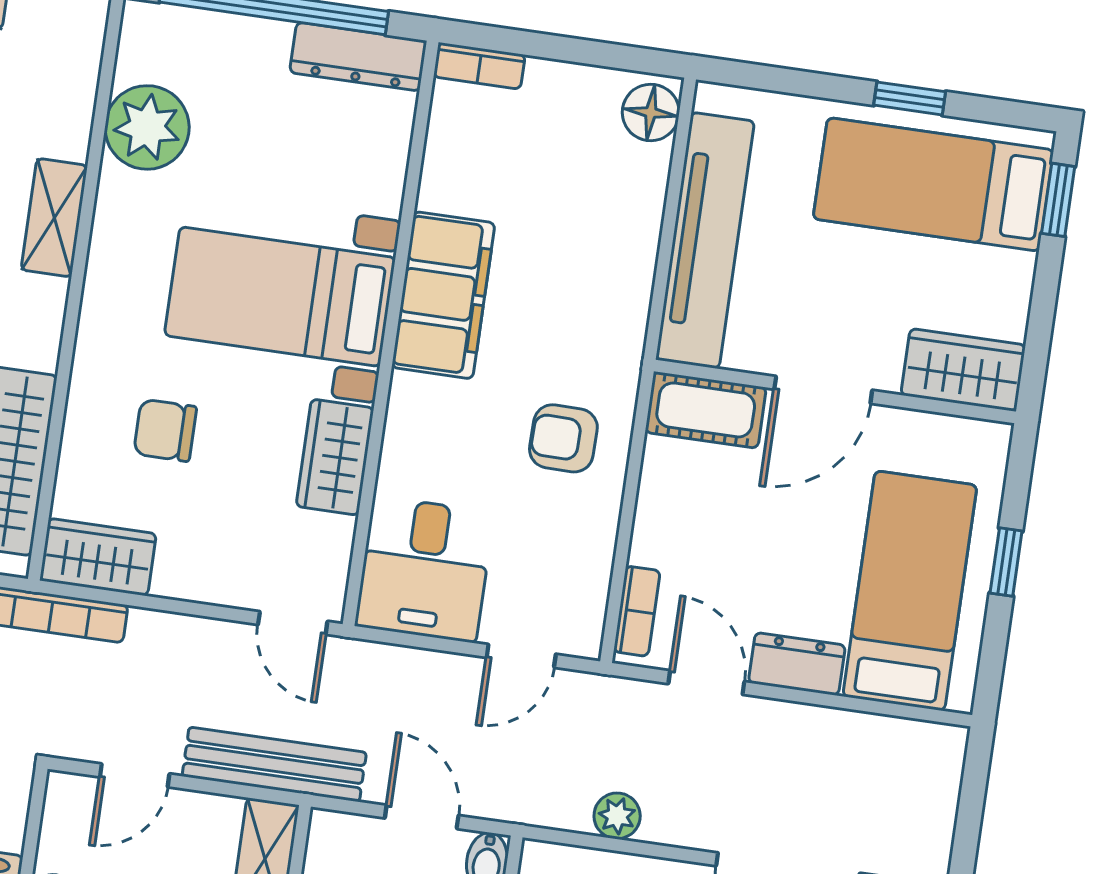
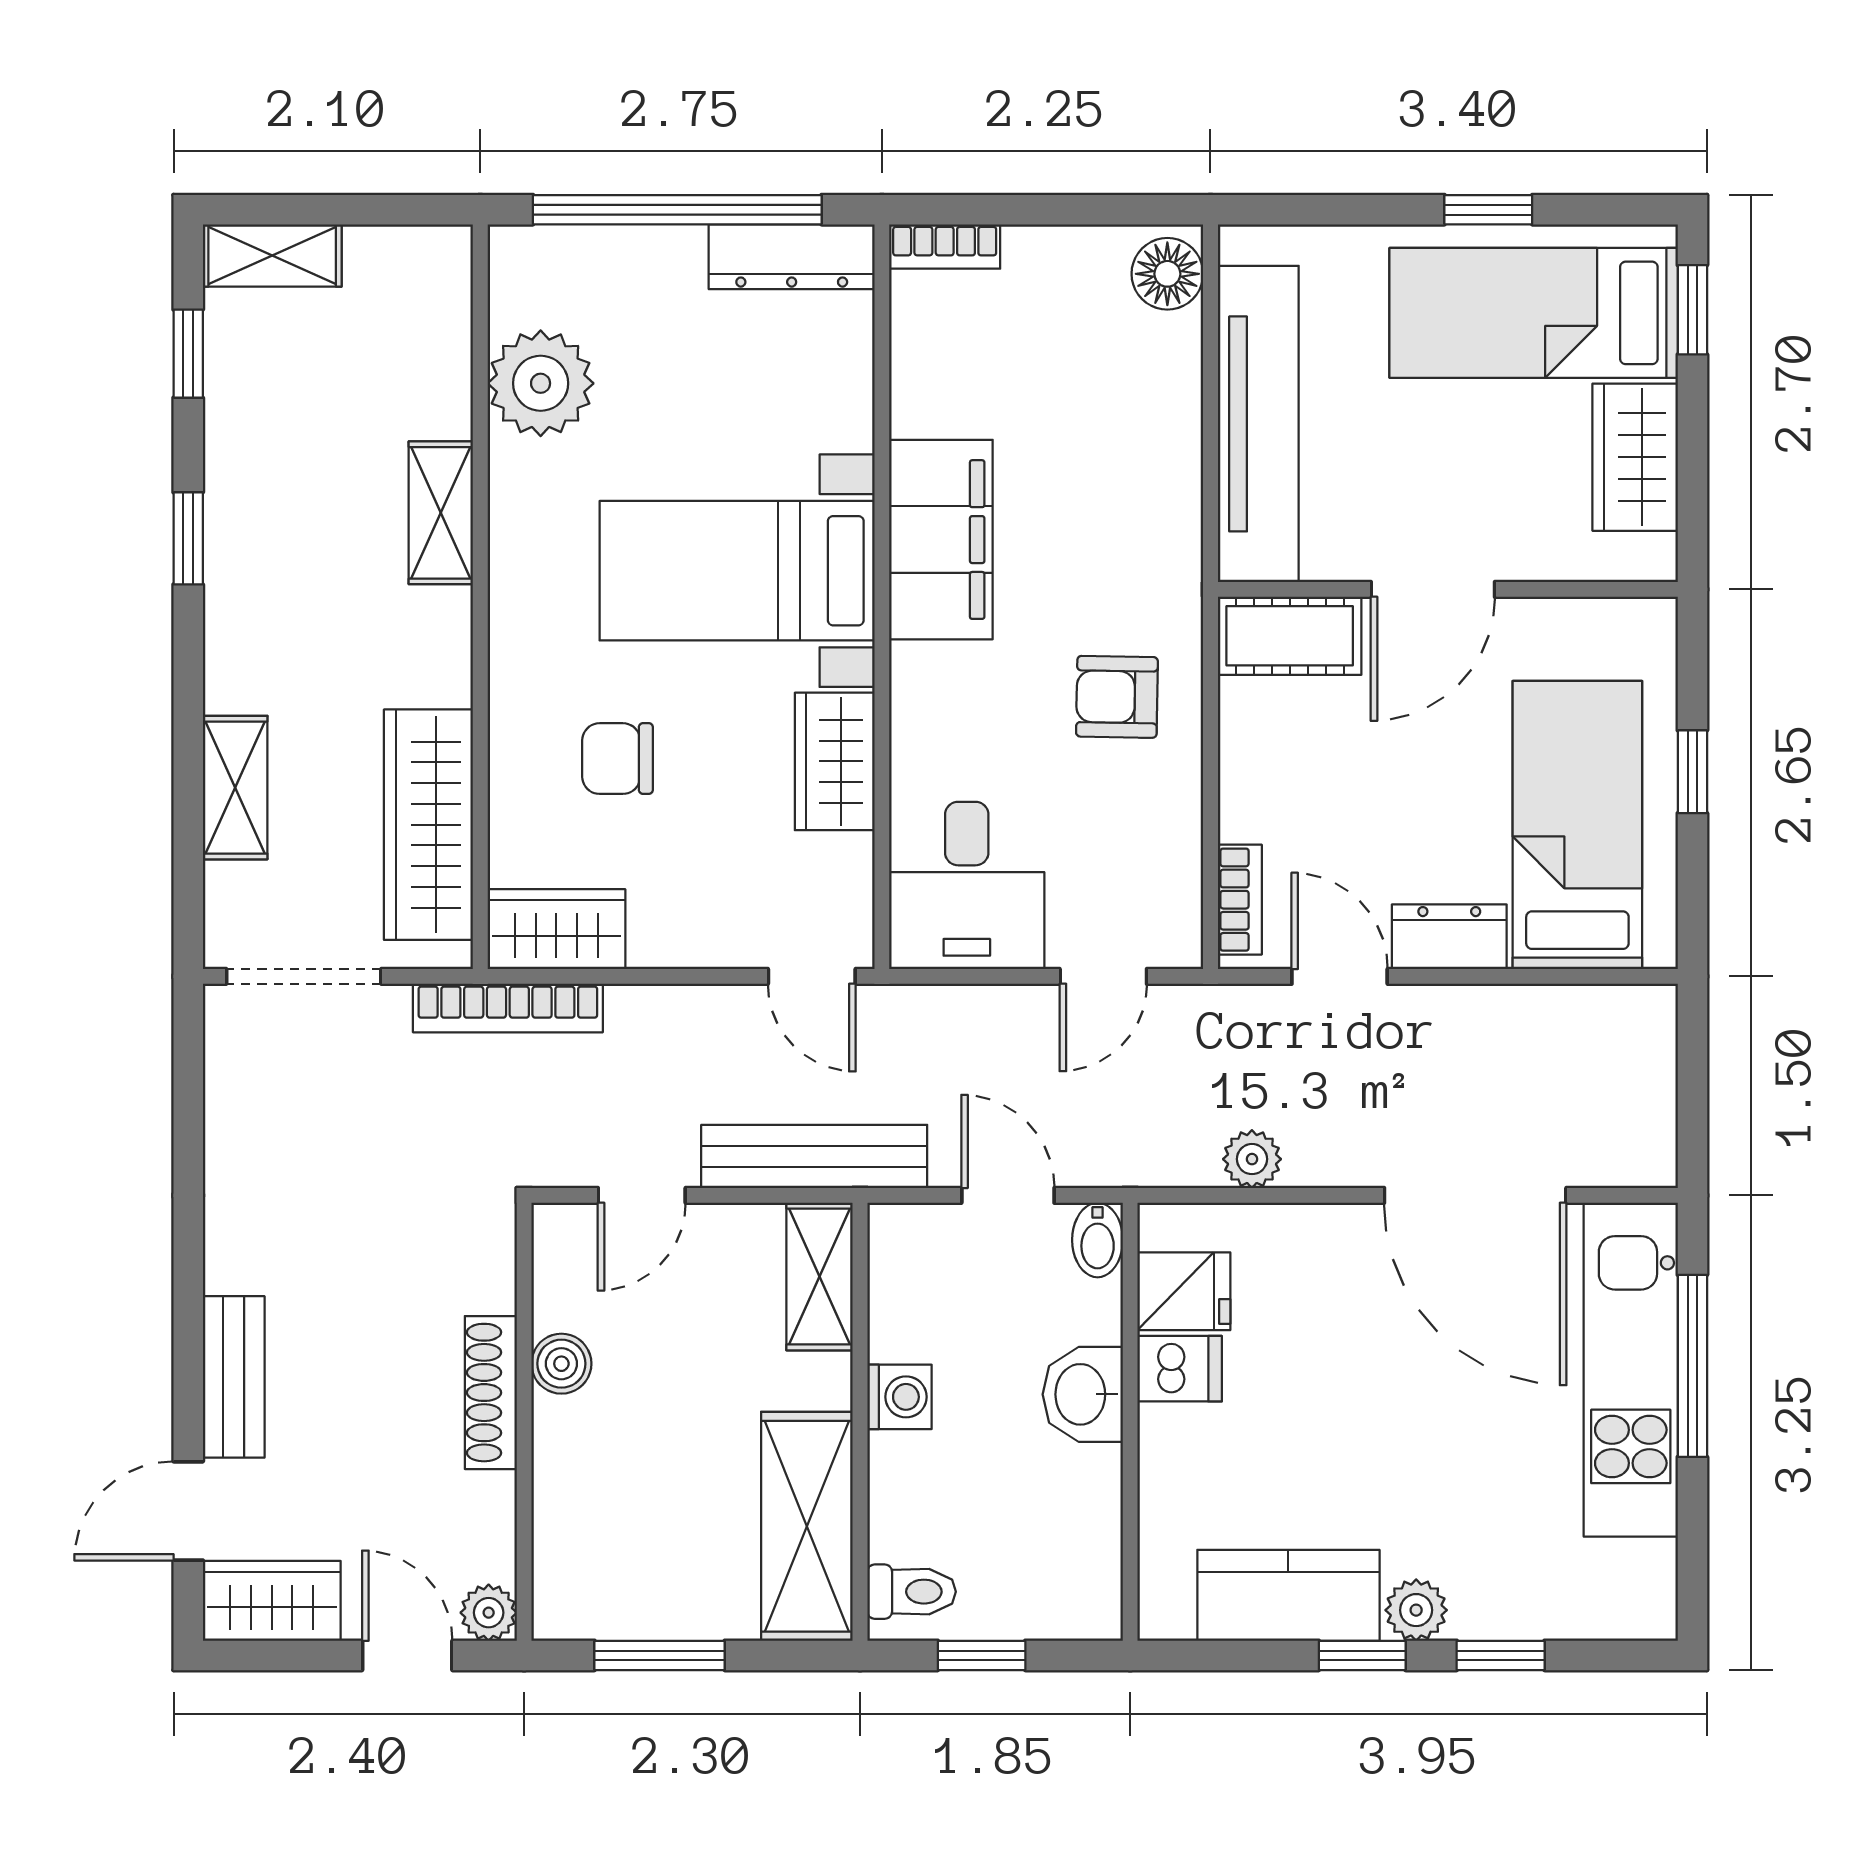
wardrobe: (963, 370) -> (1635, 457), moved, turned -90

